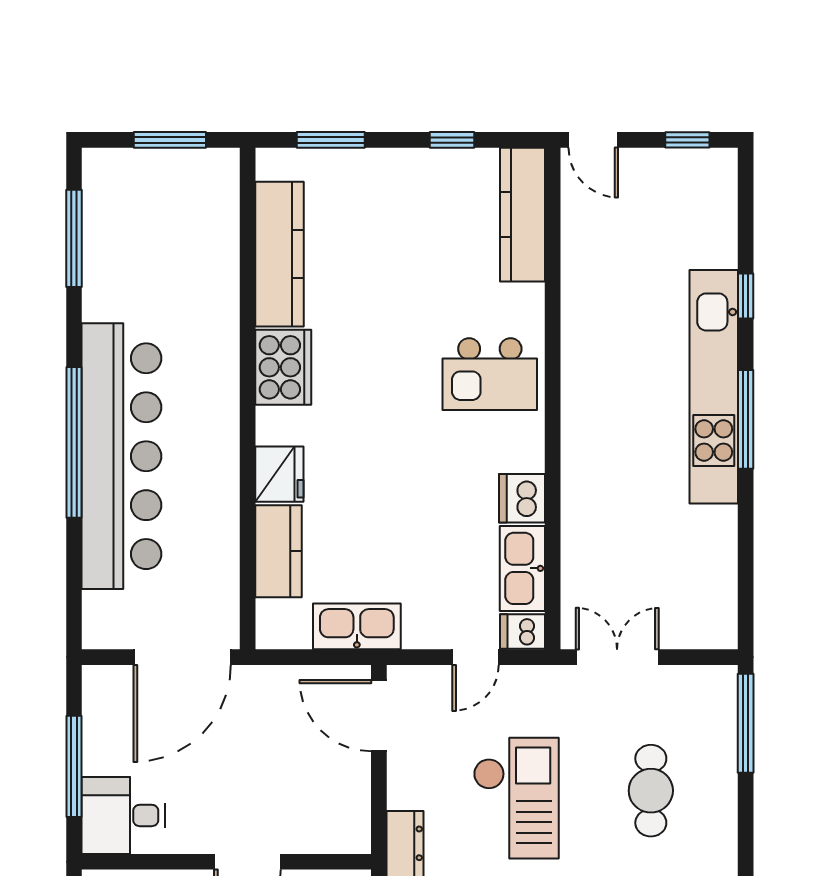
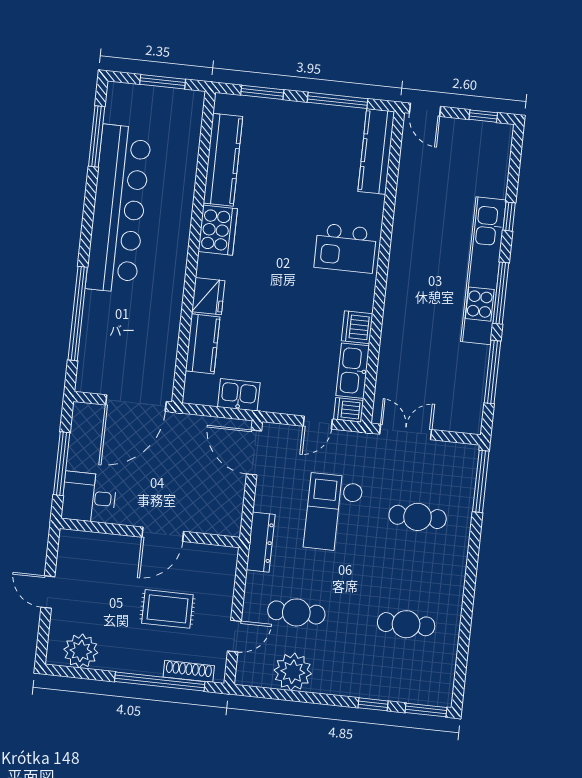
window: (452, 140) -> (337, 100), width x2.17
window: (74, 442) -> (78, 314), moved
bar counter: (121, 456) -> (119, 209), moved
window: (746, 547) -> (492, 372), added
kitchen sink: (357, 626) -> (239, 395), width x0.73
cafe table: (651, 791) -> (418, 517), turned 90
checkout: (516, 798) -> (334, 513), turned 180

